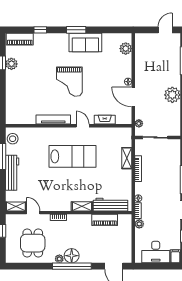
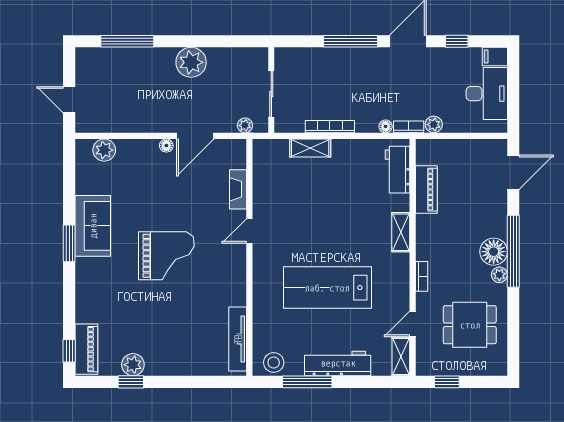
window: (40, 30) -> (69, 351), moved
door: (165, 30) -> (69, 100), moved
tv unit: (53, 120) -> (238, 339), moved
lab bench: (72, 156) -> (327, 288), moved, turned -90
workbench: (111, 205) -> (398, 170), width x0.73

